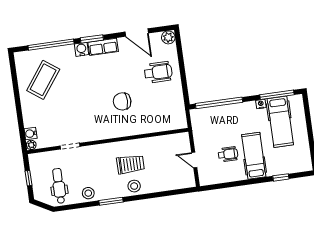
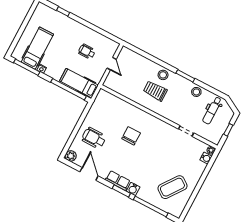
chair: (122, 101) -> (131, 136), turned -90
hospital bed: (254, 156) -> (79, 83), moved, turned 90

